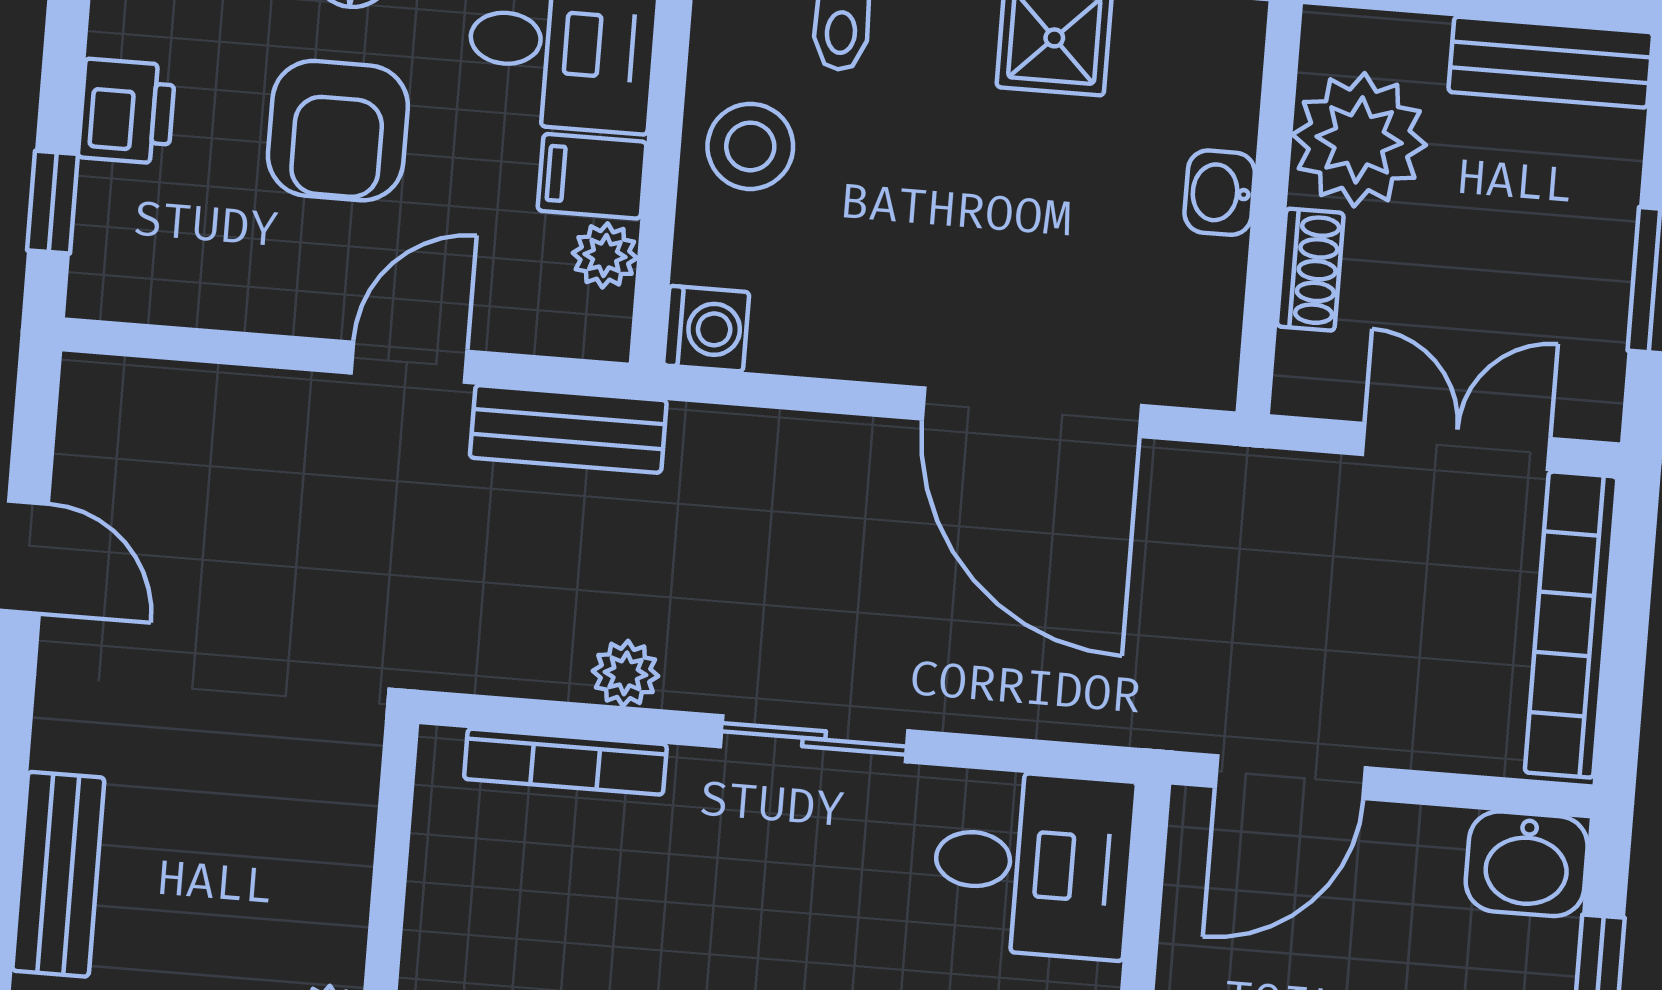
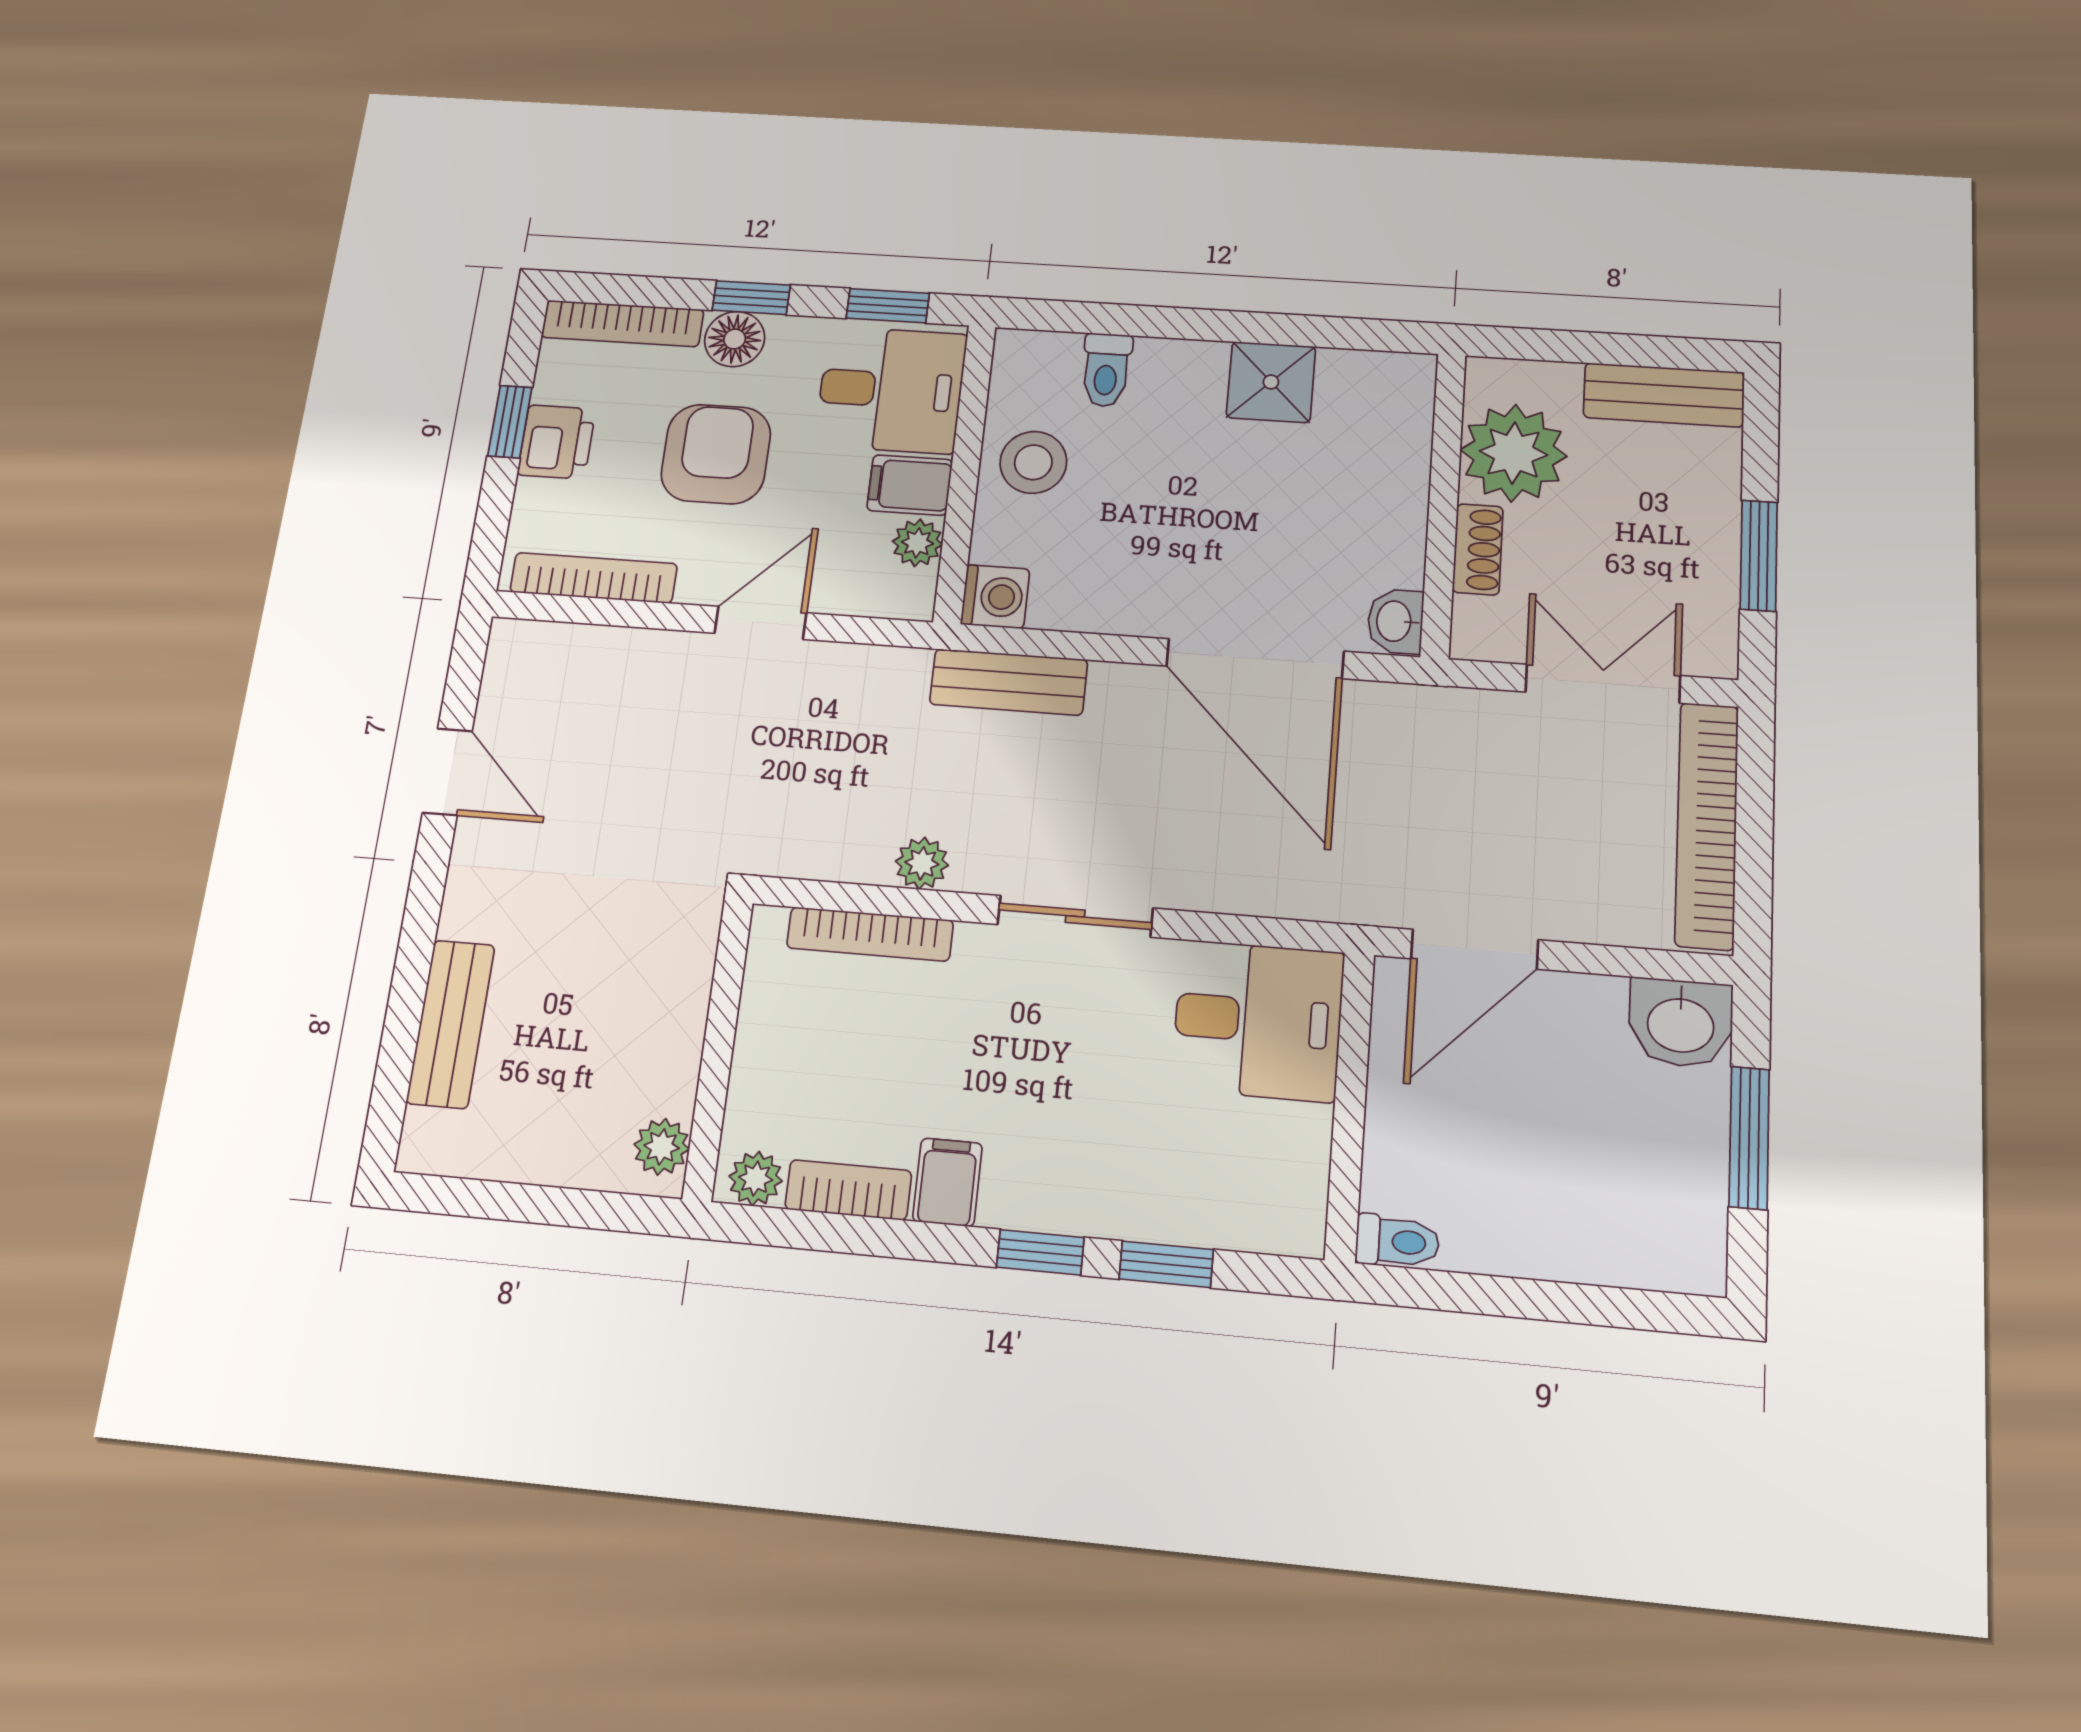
armchair: (338, 131) -> (716, 454), turned 180
washbasin: (1220, 193) -> (1395, 621), moved
window: (53, 202) -> (510, 422), moved
bookcase: (190, 300) -> (594, 578), added
bench: (568, 429) -> (1009, 682), moved

